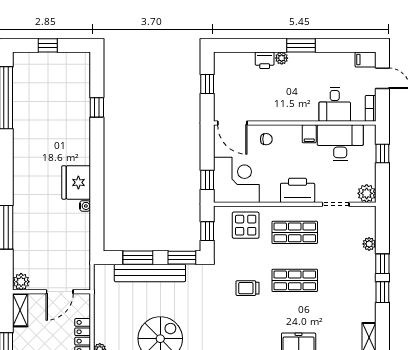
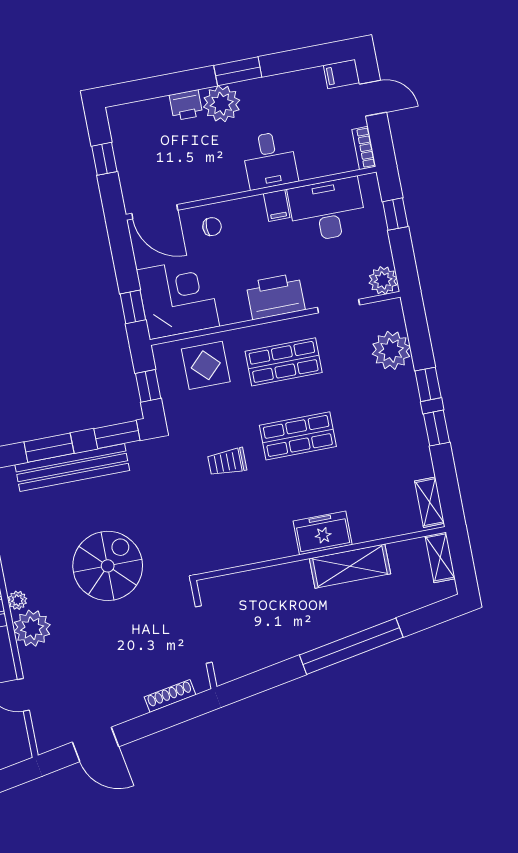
plant: (282, 58) -> (222, 104), width x1.88, depth x1.88
desk: (335, 105) -> (270, 160), moved
plant: (369, 244) -> (391, 350), width x1.87, depth x1.87

